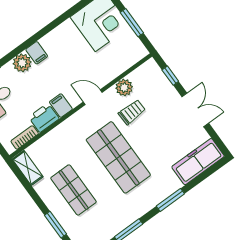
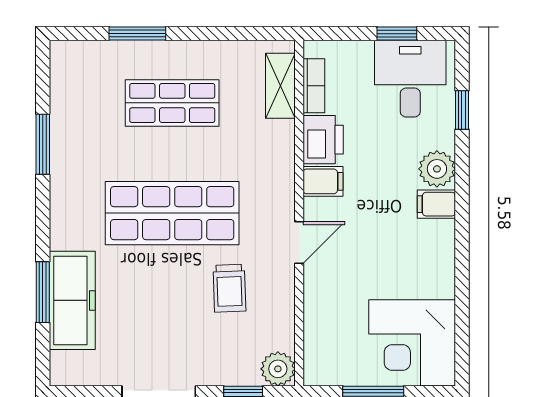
plant: (124, 88) -> (278, 369), moved
freezer: (198, 162) -> (72, 300), moved
shelving: (28, 168) -> (280, 86), moved, turned 90
window: (170, 200) -> (43, 292), moved

